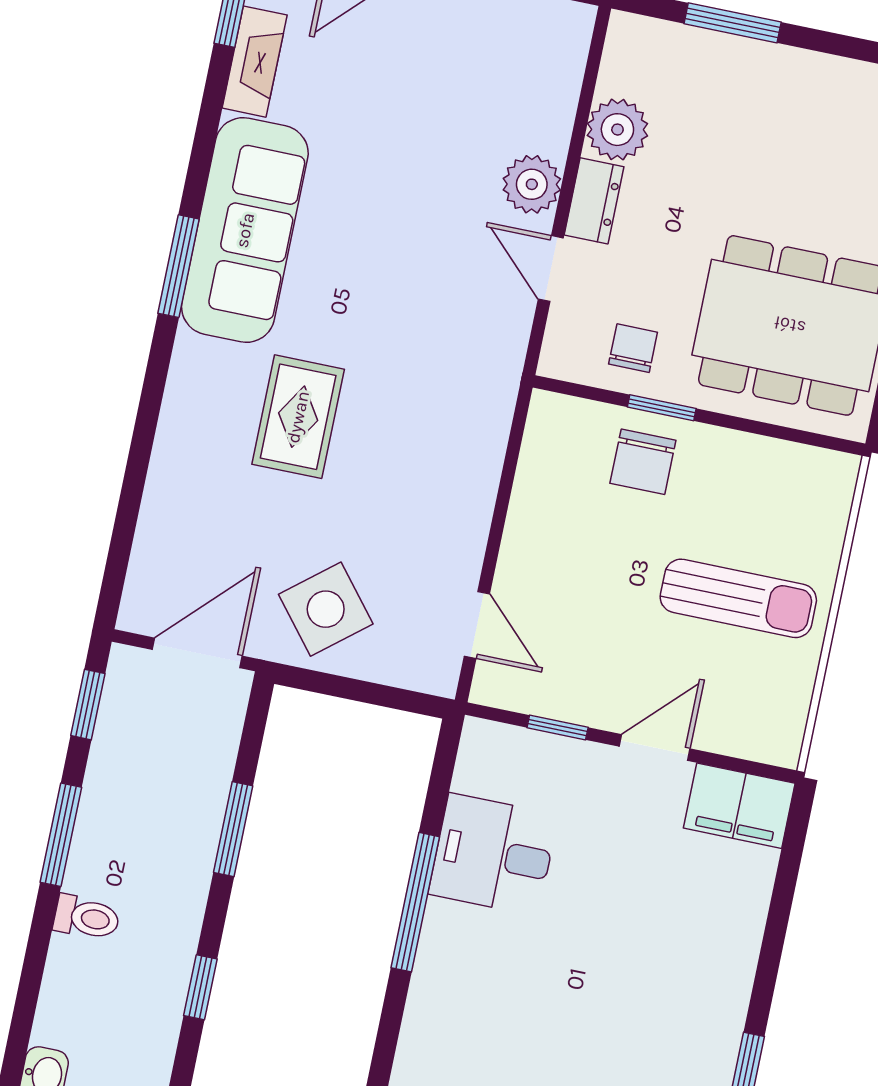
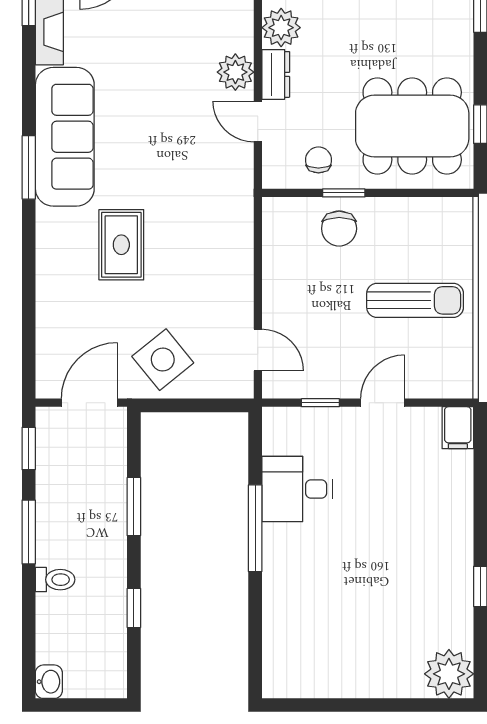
filing cabinet: (739, 806) -> (458, 428), width x0.50

